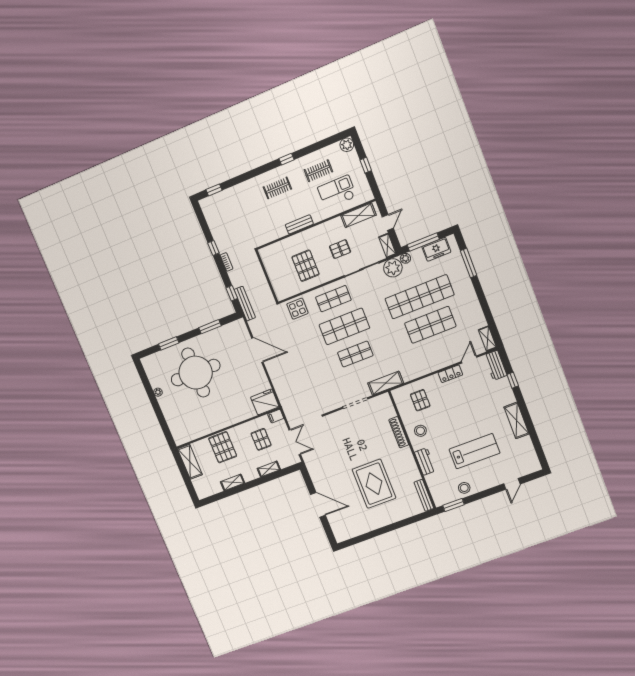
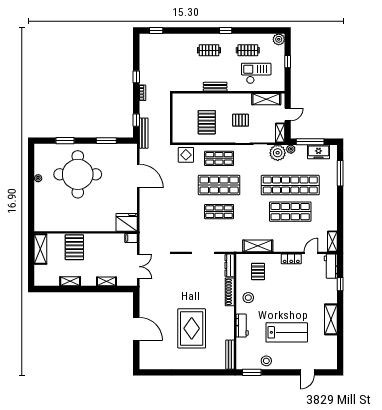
shelving: (386, 383) -> (258, 246), moved
dresser: (388, 405) -> (230, 265), added
pallet: (261, 439) -> (110, 253), removed

